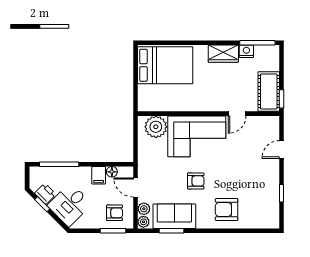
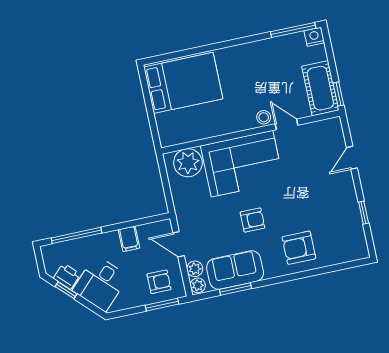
nightstand: (246, 51) -> (314, 37), moved
wardrobe: (223, 54) -> (253, 53), removed
stool: (221, 104) -> (264, 117), added
door: (237, 114) -> (287, 124), swing flipped
floor lamp: (112, 172) -> (145, 231), removed

